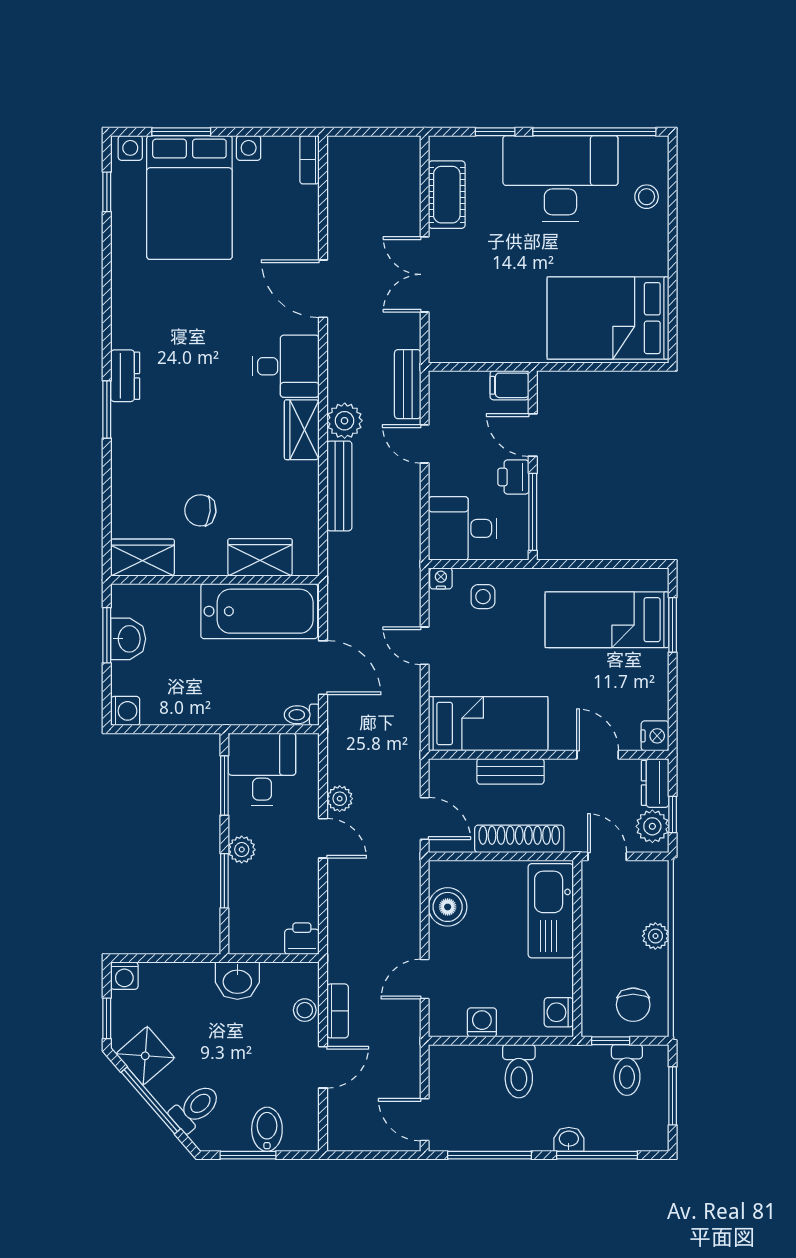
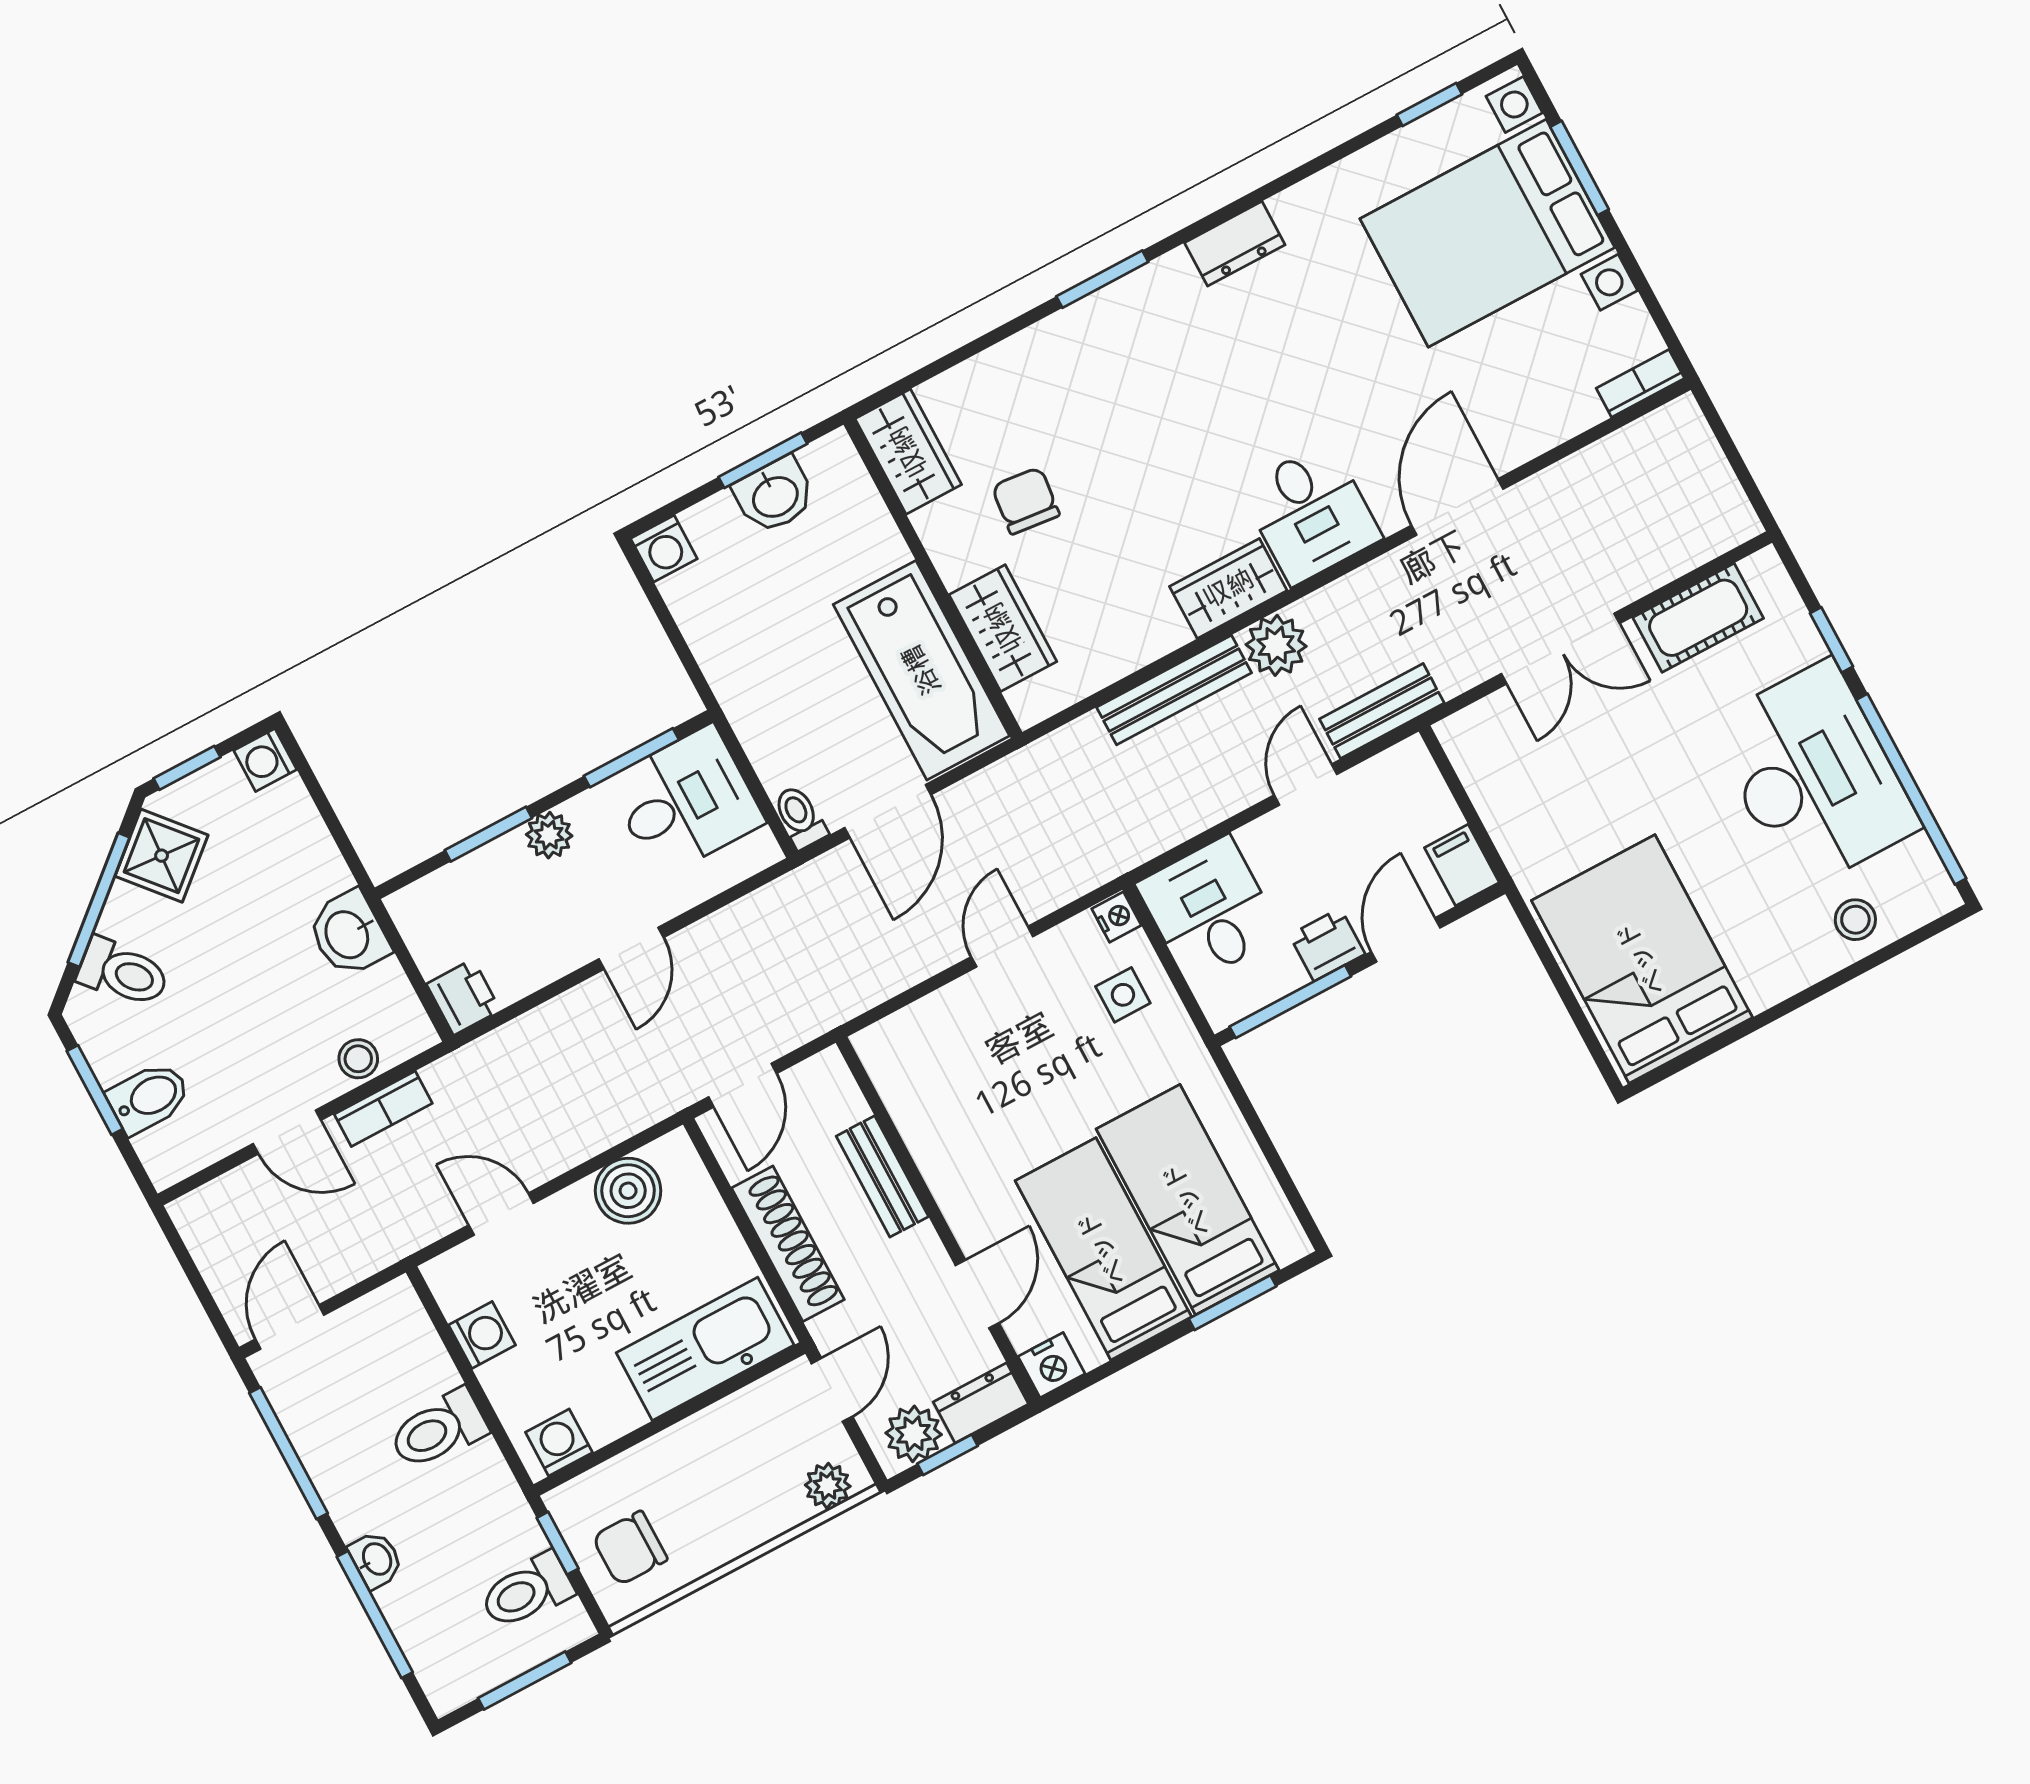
double door: (425, 274) -> (1560, 649), swing flipped
dresser: (125, 376) -> (1235, 244), moved
bed: (488, 724) -> (1103, 1249), moved, turned 180
plant: (340, 799) -> (704, 942), removed
plant: (655, 936) -> (828, 1486), moved

